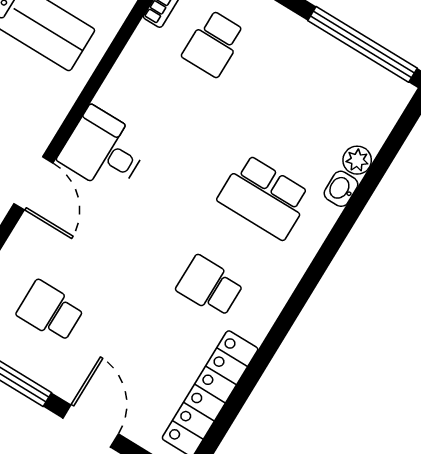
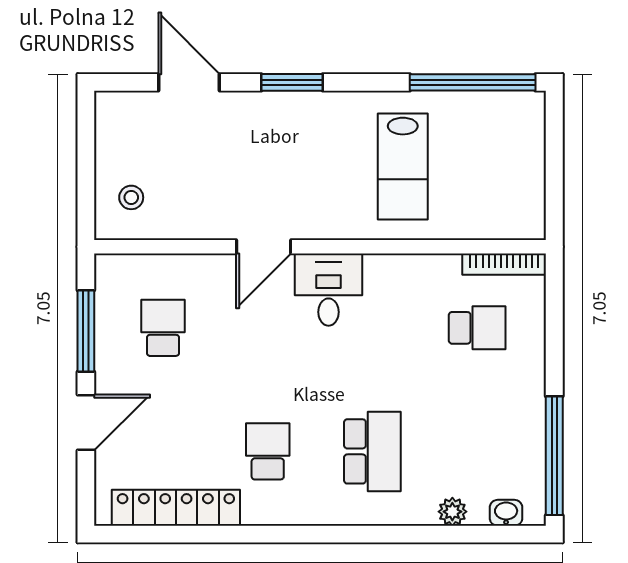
school desk: (213, 44) -> (477, 328), turned 180
washbasin: (341, 189) -> (506, 513), moved
school desk: (264, 197) -> (372, 451), turned 180

